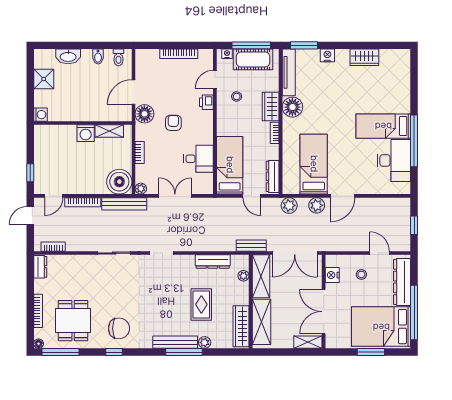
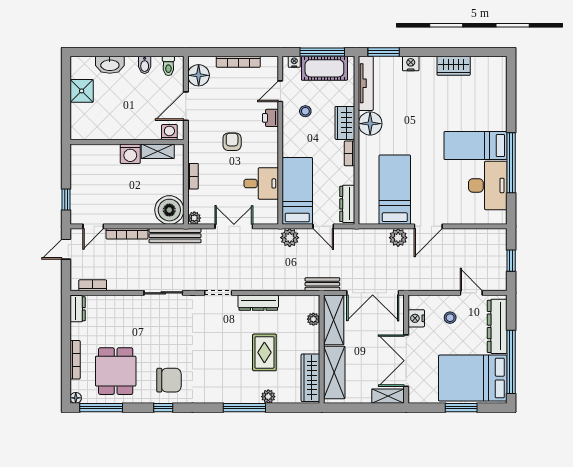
floor lamp: (144, 114) -> (199, 75), moved
washing machine: (40, 115) -> (169, 132), moved, turned -90
plant: (289, 205) -> (290, 238), moved
dresser: (213, 262) -> (258, 303), moved
bench: (175, 342) -> (234, 396), removed

